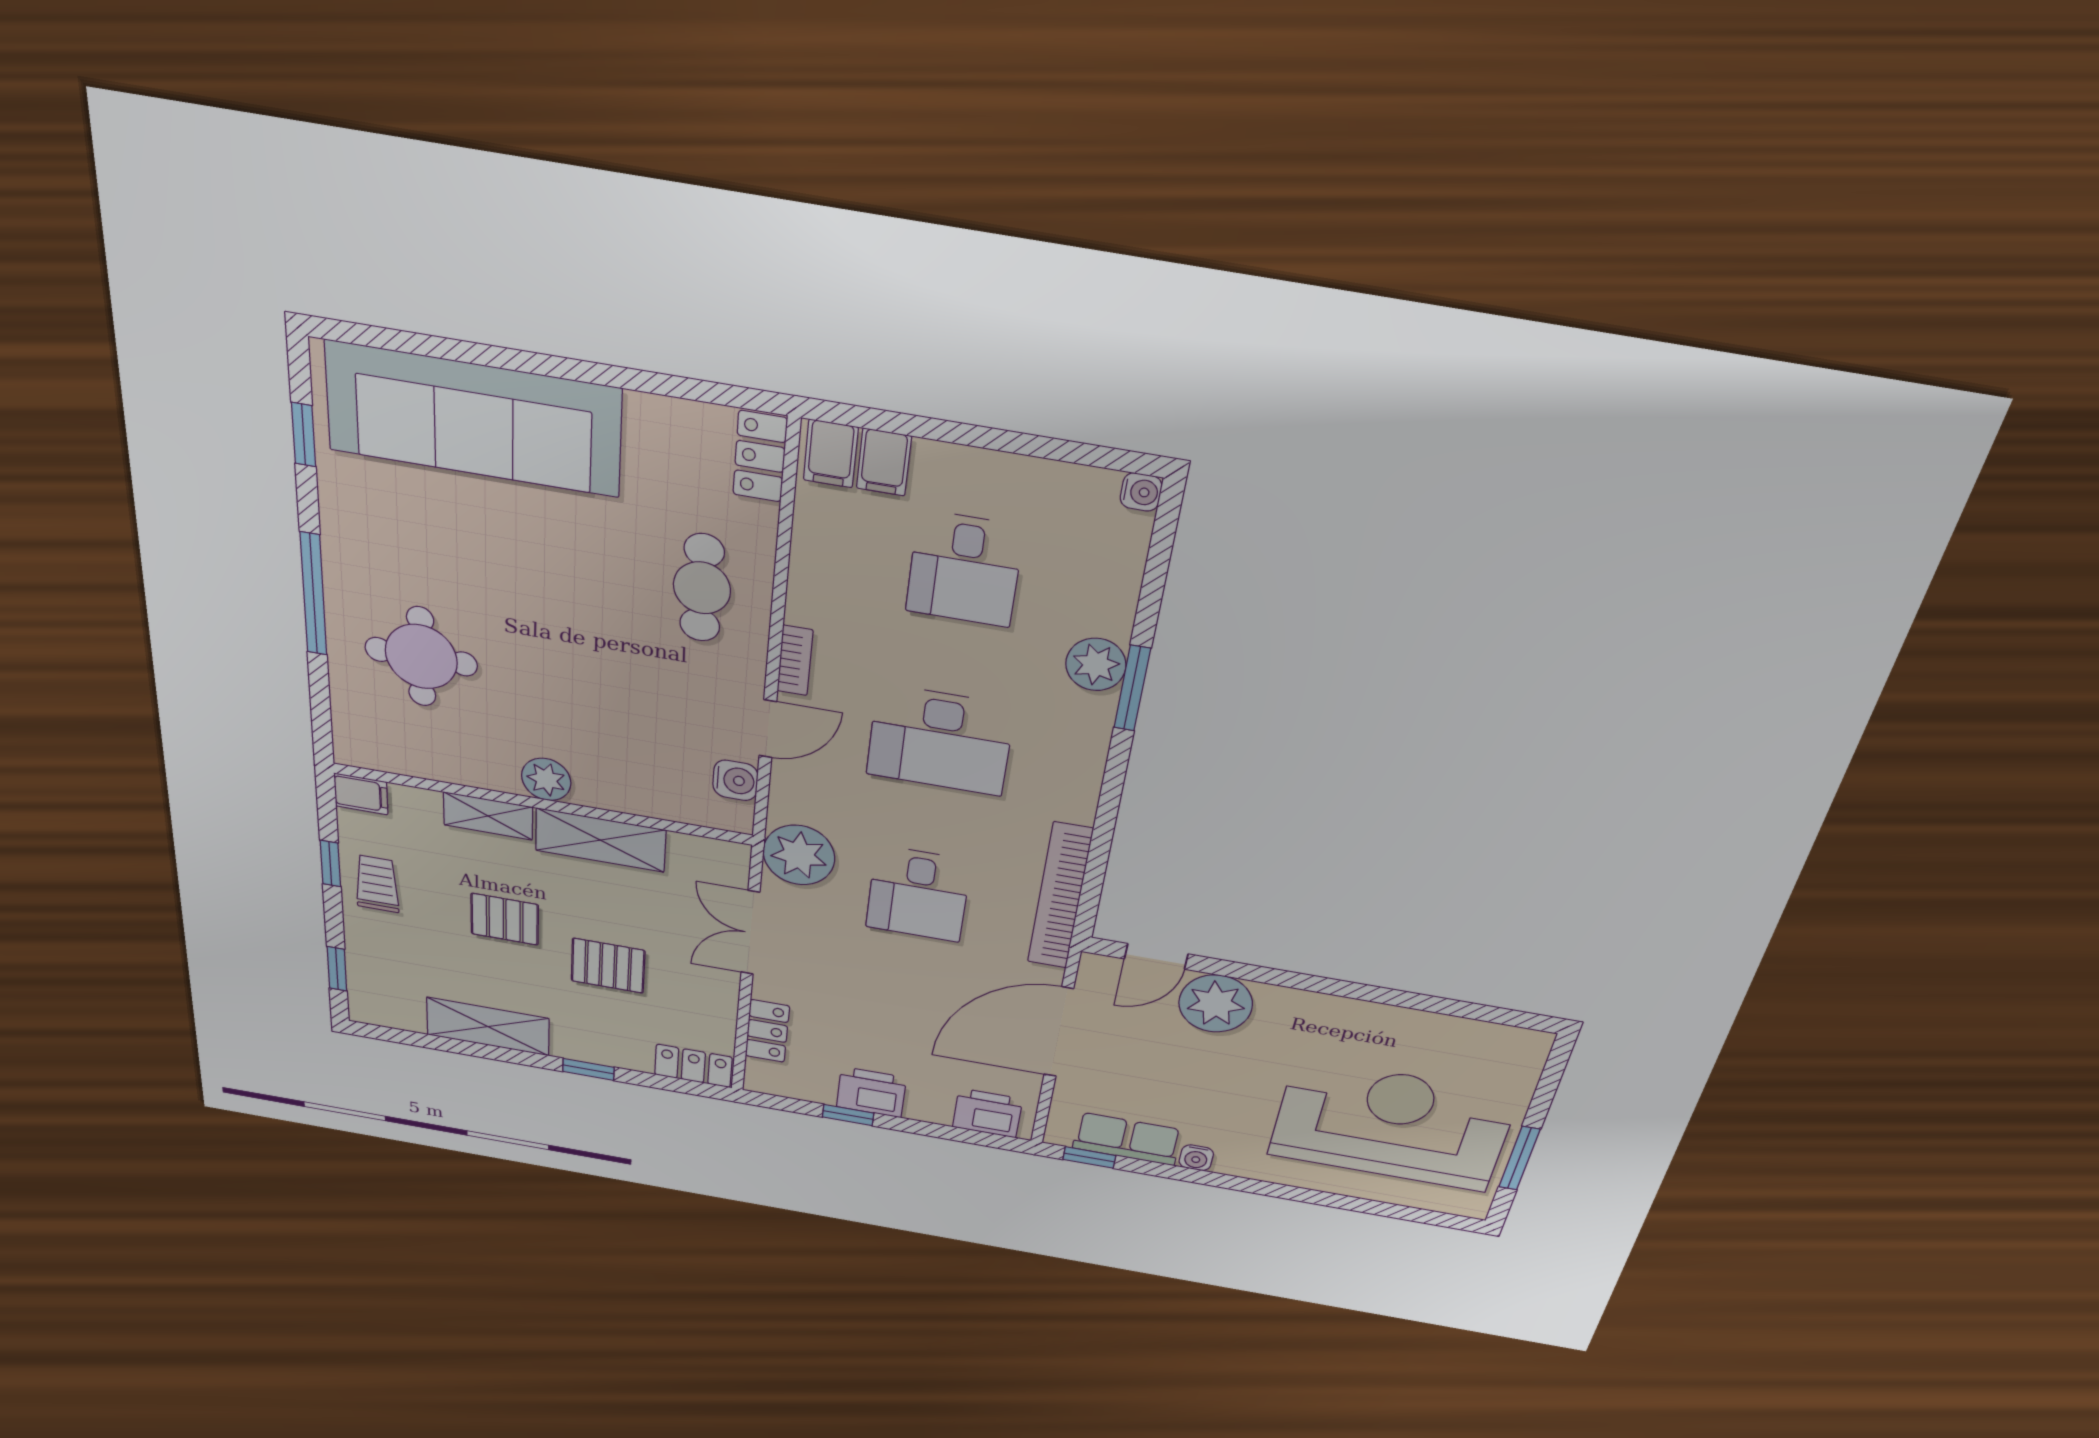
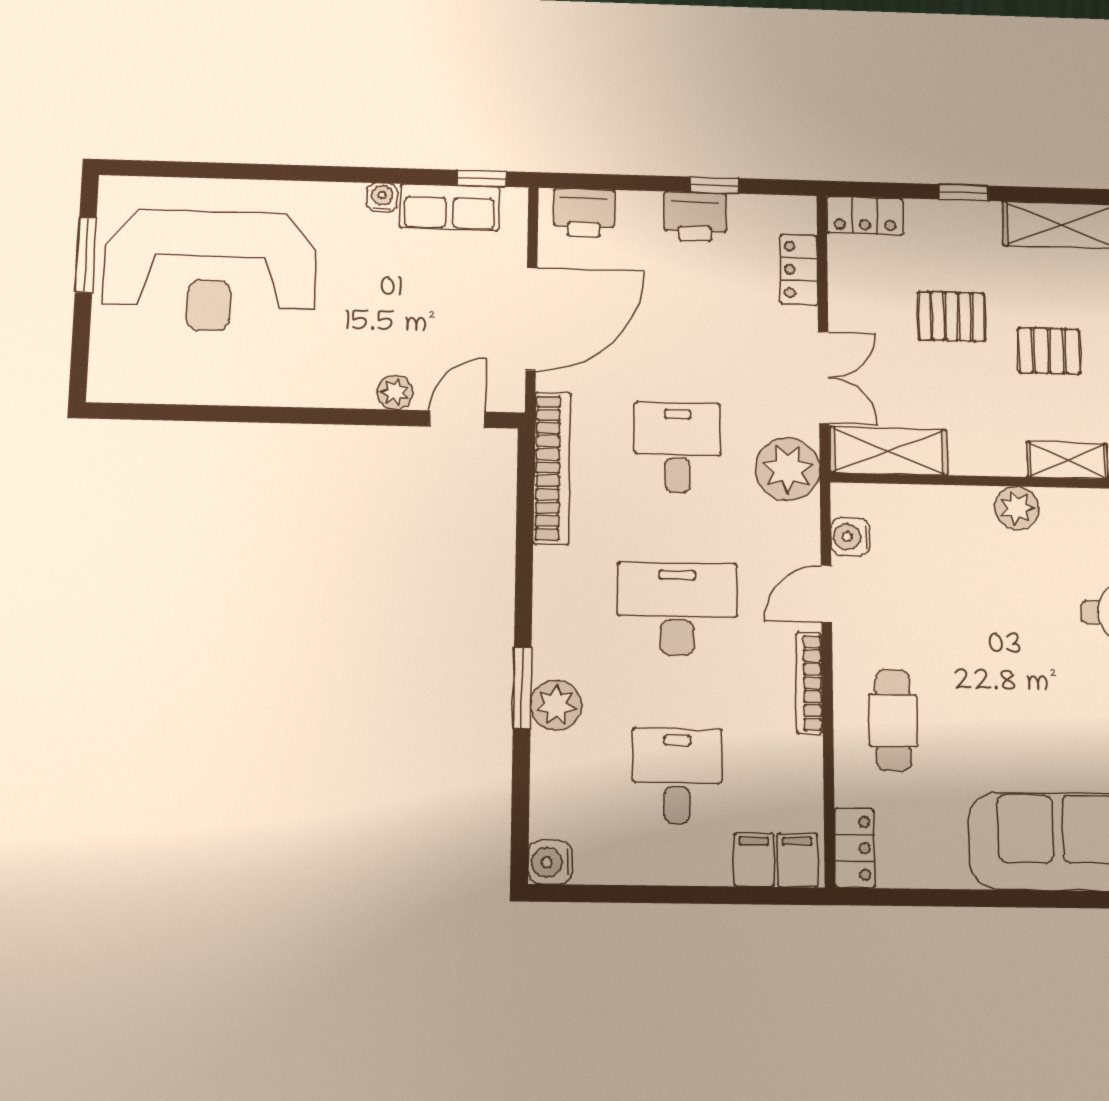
water cooler: (1141, 492) -> (550, 862), width x1.38, depth x1.38
bookcase: (795, 660) -> (809, 683), width x1.56
shelving: (601, 840) -> (888, 451), moved
plant: (1216, 1004) -> (395, 392), width x0.53, depth x0.53

